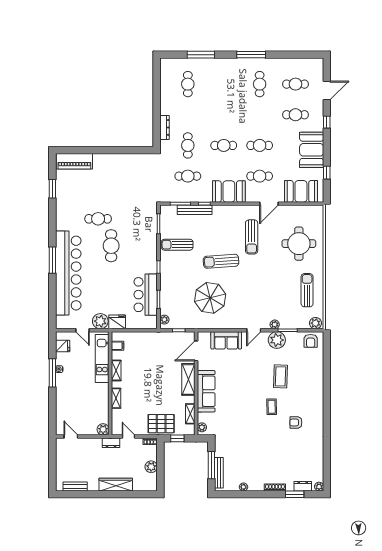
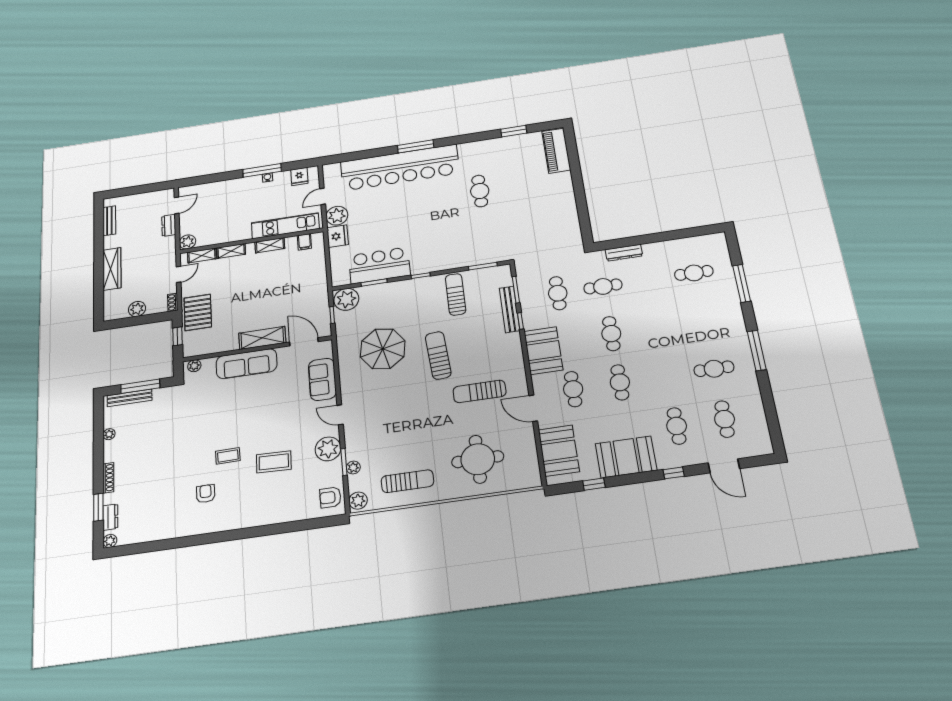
cafe table: (111, 246) -> (444, 213), removed
plant: (164, 320) -> (346, 299), width x1.88, depth x1.88
plant: (275, 324) -> (353, 468), moved
shelving: (190, 414) -> (202, 256), moved
dresser: (111, 443) -> (169, 225), moved

